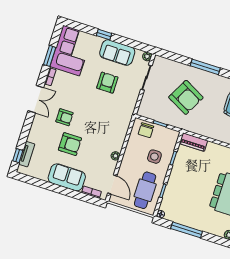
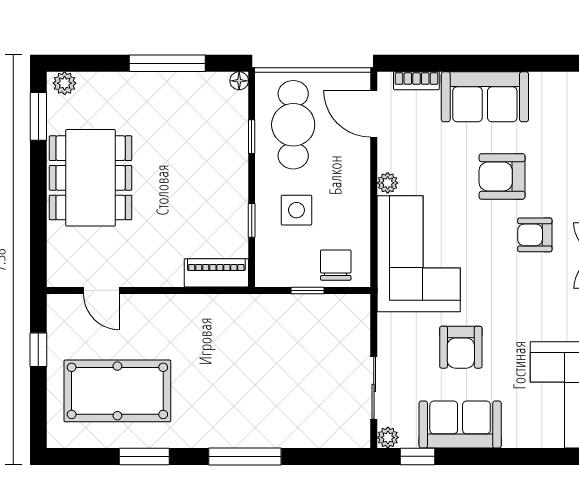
window: (104, 34) -> (418, 456), moved
armchair: (186, 97) -> (267, 371), removed
corner sofa: (112, 124) -> (419, 254), added

